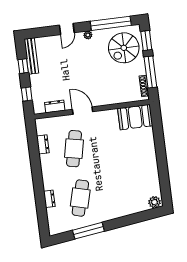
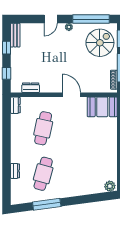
spiral stairs: (124, 48) -> (100, 43), turned 180
bench: (31, 56) -> (15, 35), width x0.73
door: (83, 111) -> (71, 95), moved
dresser: (43, 144) -> (15, 105), moved

